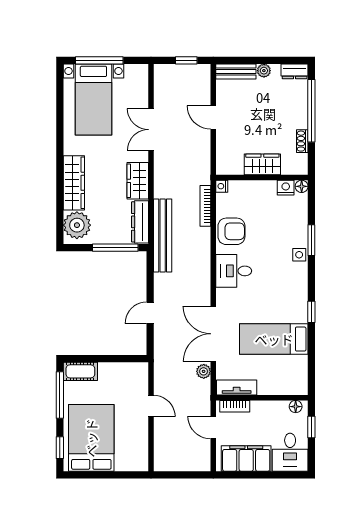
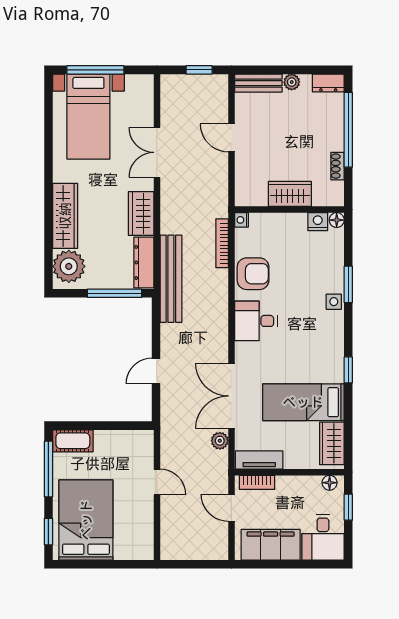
wardrobe: (298, 374) -> (332, 443), added

